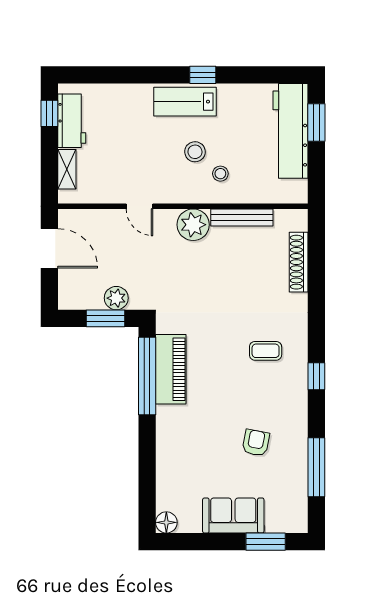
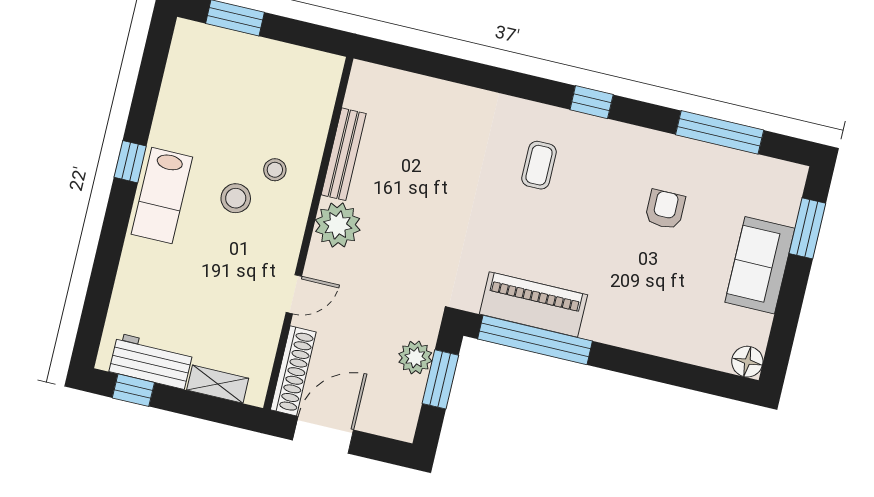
workbench: (291, 131) -> (238, 57), removed
shoe rack: (299, 262) -> (293, 371), moved, turned -90
armchair: (256, 443) -> (665, 209), turned 79

